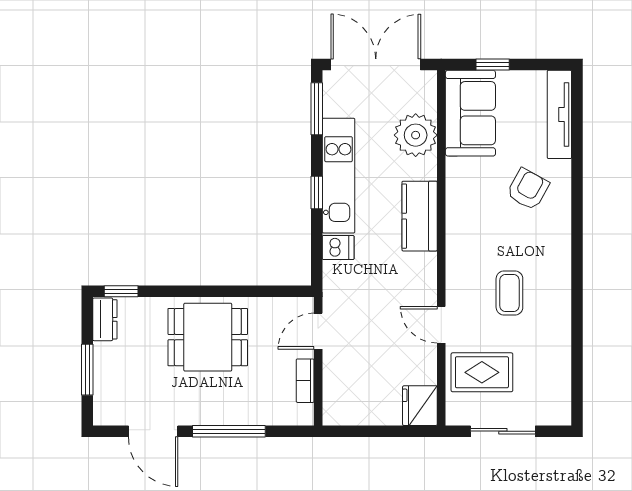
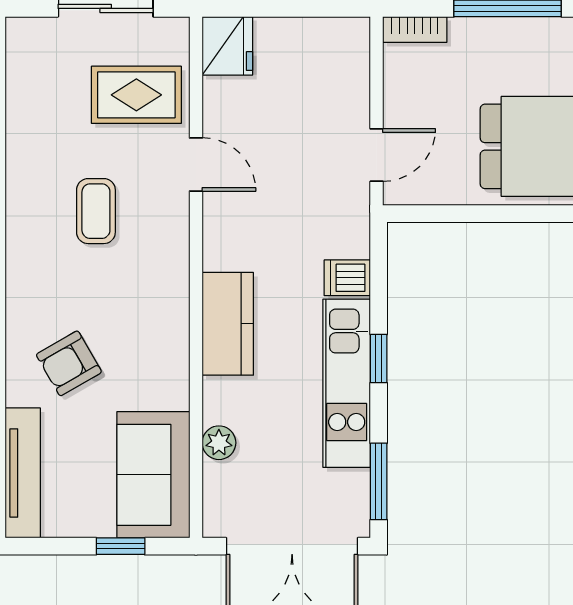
plant: (416, 135) -> (219, 443), width x0.53, depth x0.53
armchair: (528, 189) -> (69, 363), turned 31
bookcase: (305, 381) -> (415, 29), moved, turned 90

